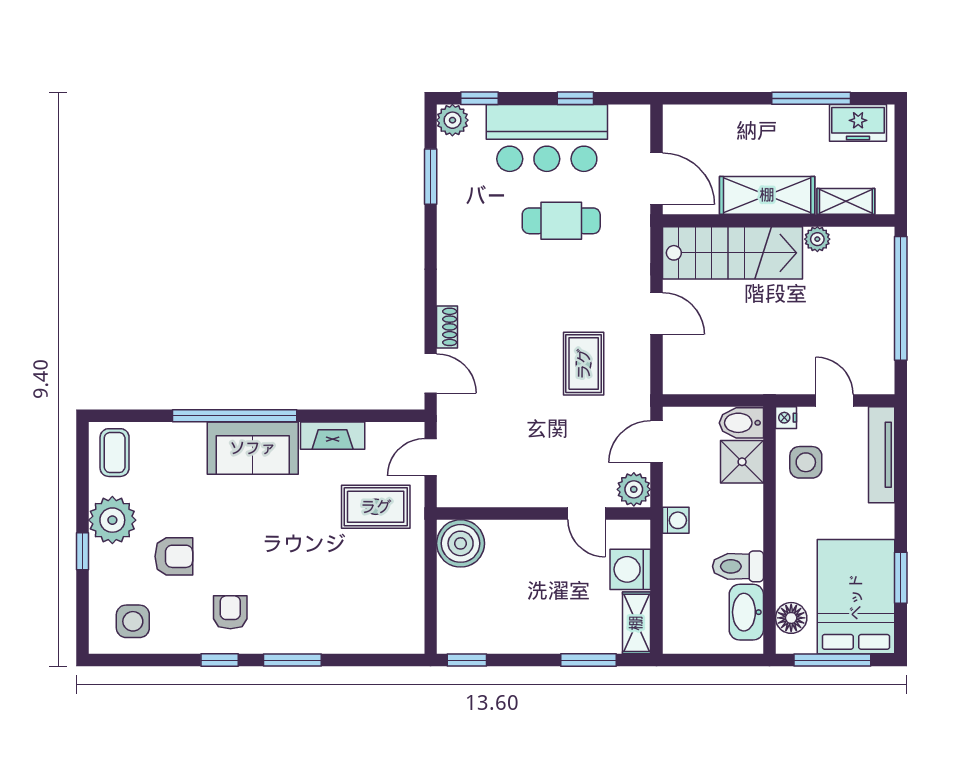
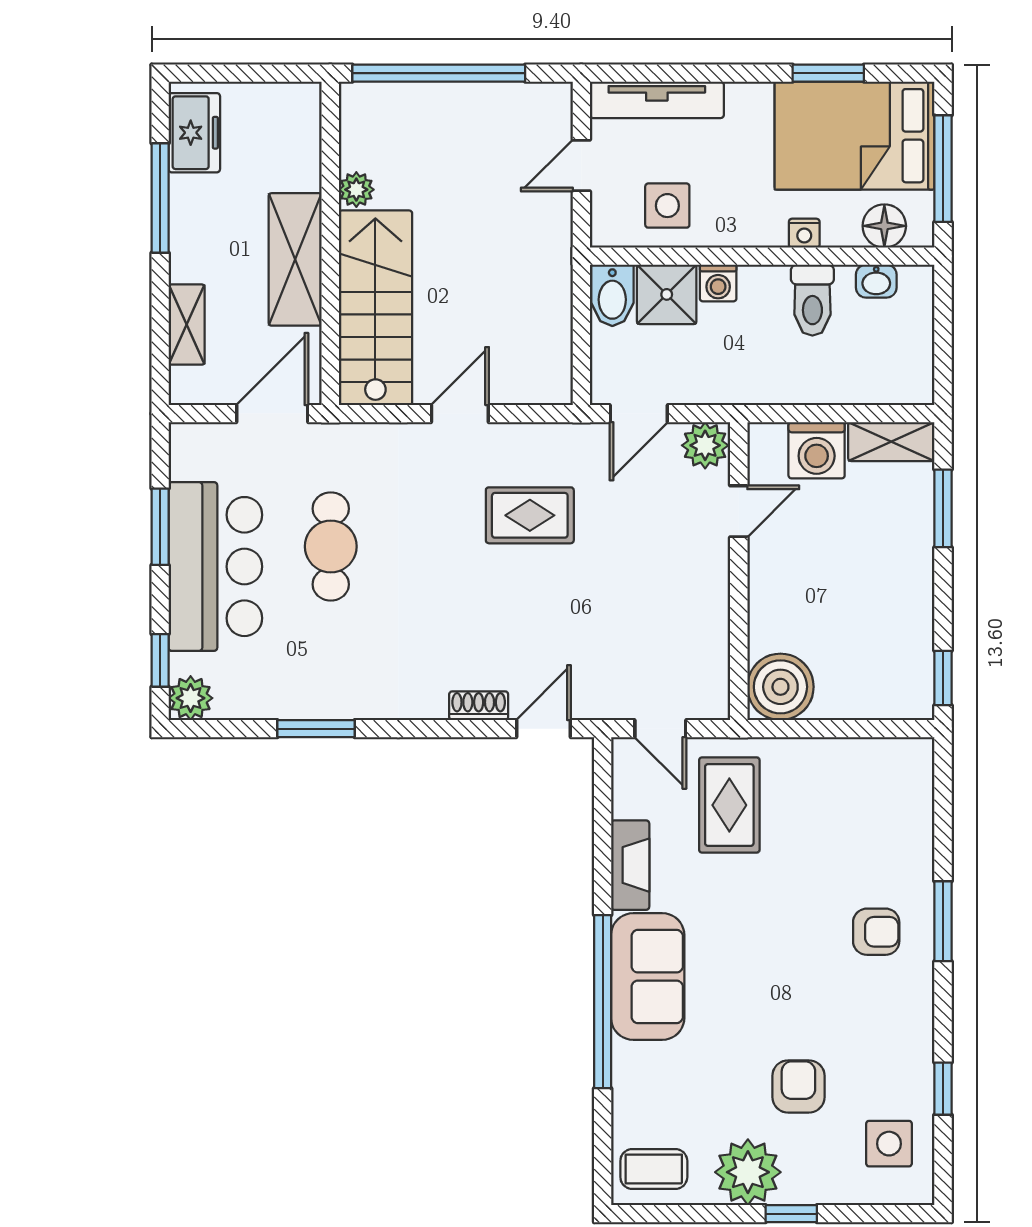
window: (575, 98) -> (160, 527), width x1.50
window: (431, 177) -> (316, 729), moved
shelving: (846, 201) -> (187, 325), moved
nightstand: (786, 418) -> (804, 233), moved
door: (657, 442) -> (639, 414), hinge flipped
washing machine: (676, 520) -> (718, 283), moved, turned 180
armchair: (230, 612) -> (876, 932), moved, turned 180
washbasin: (746, 612) -> (876, 281), width x0.52, depth x0.69
window: (220, 660) -> (943, 1089), moved

